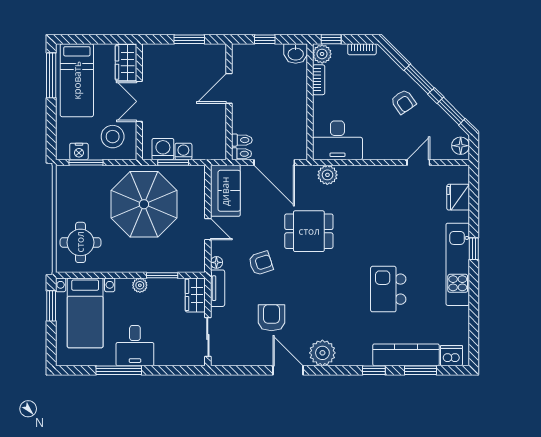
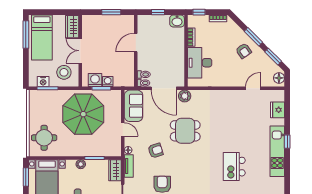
plant: (322, 54) -> (193, 21), removed
desk: (337, 140) -> (200, 63), moved, turned 90
plant: (327, 175) -> (185, 96), moved

